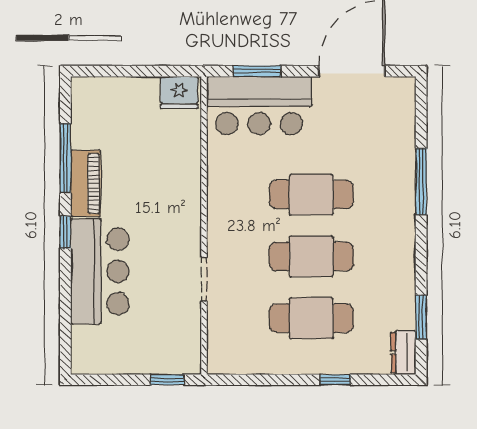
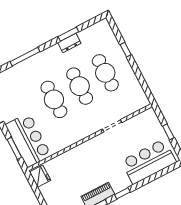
bar counter: (100, 271) -> (149, 162), moved
window: (421, 317) -> (68, 34), moved
dresser: (403, 352) -> (69, 43), moved
window: (167, 380) -> (168, 132), moved

